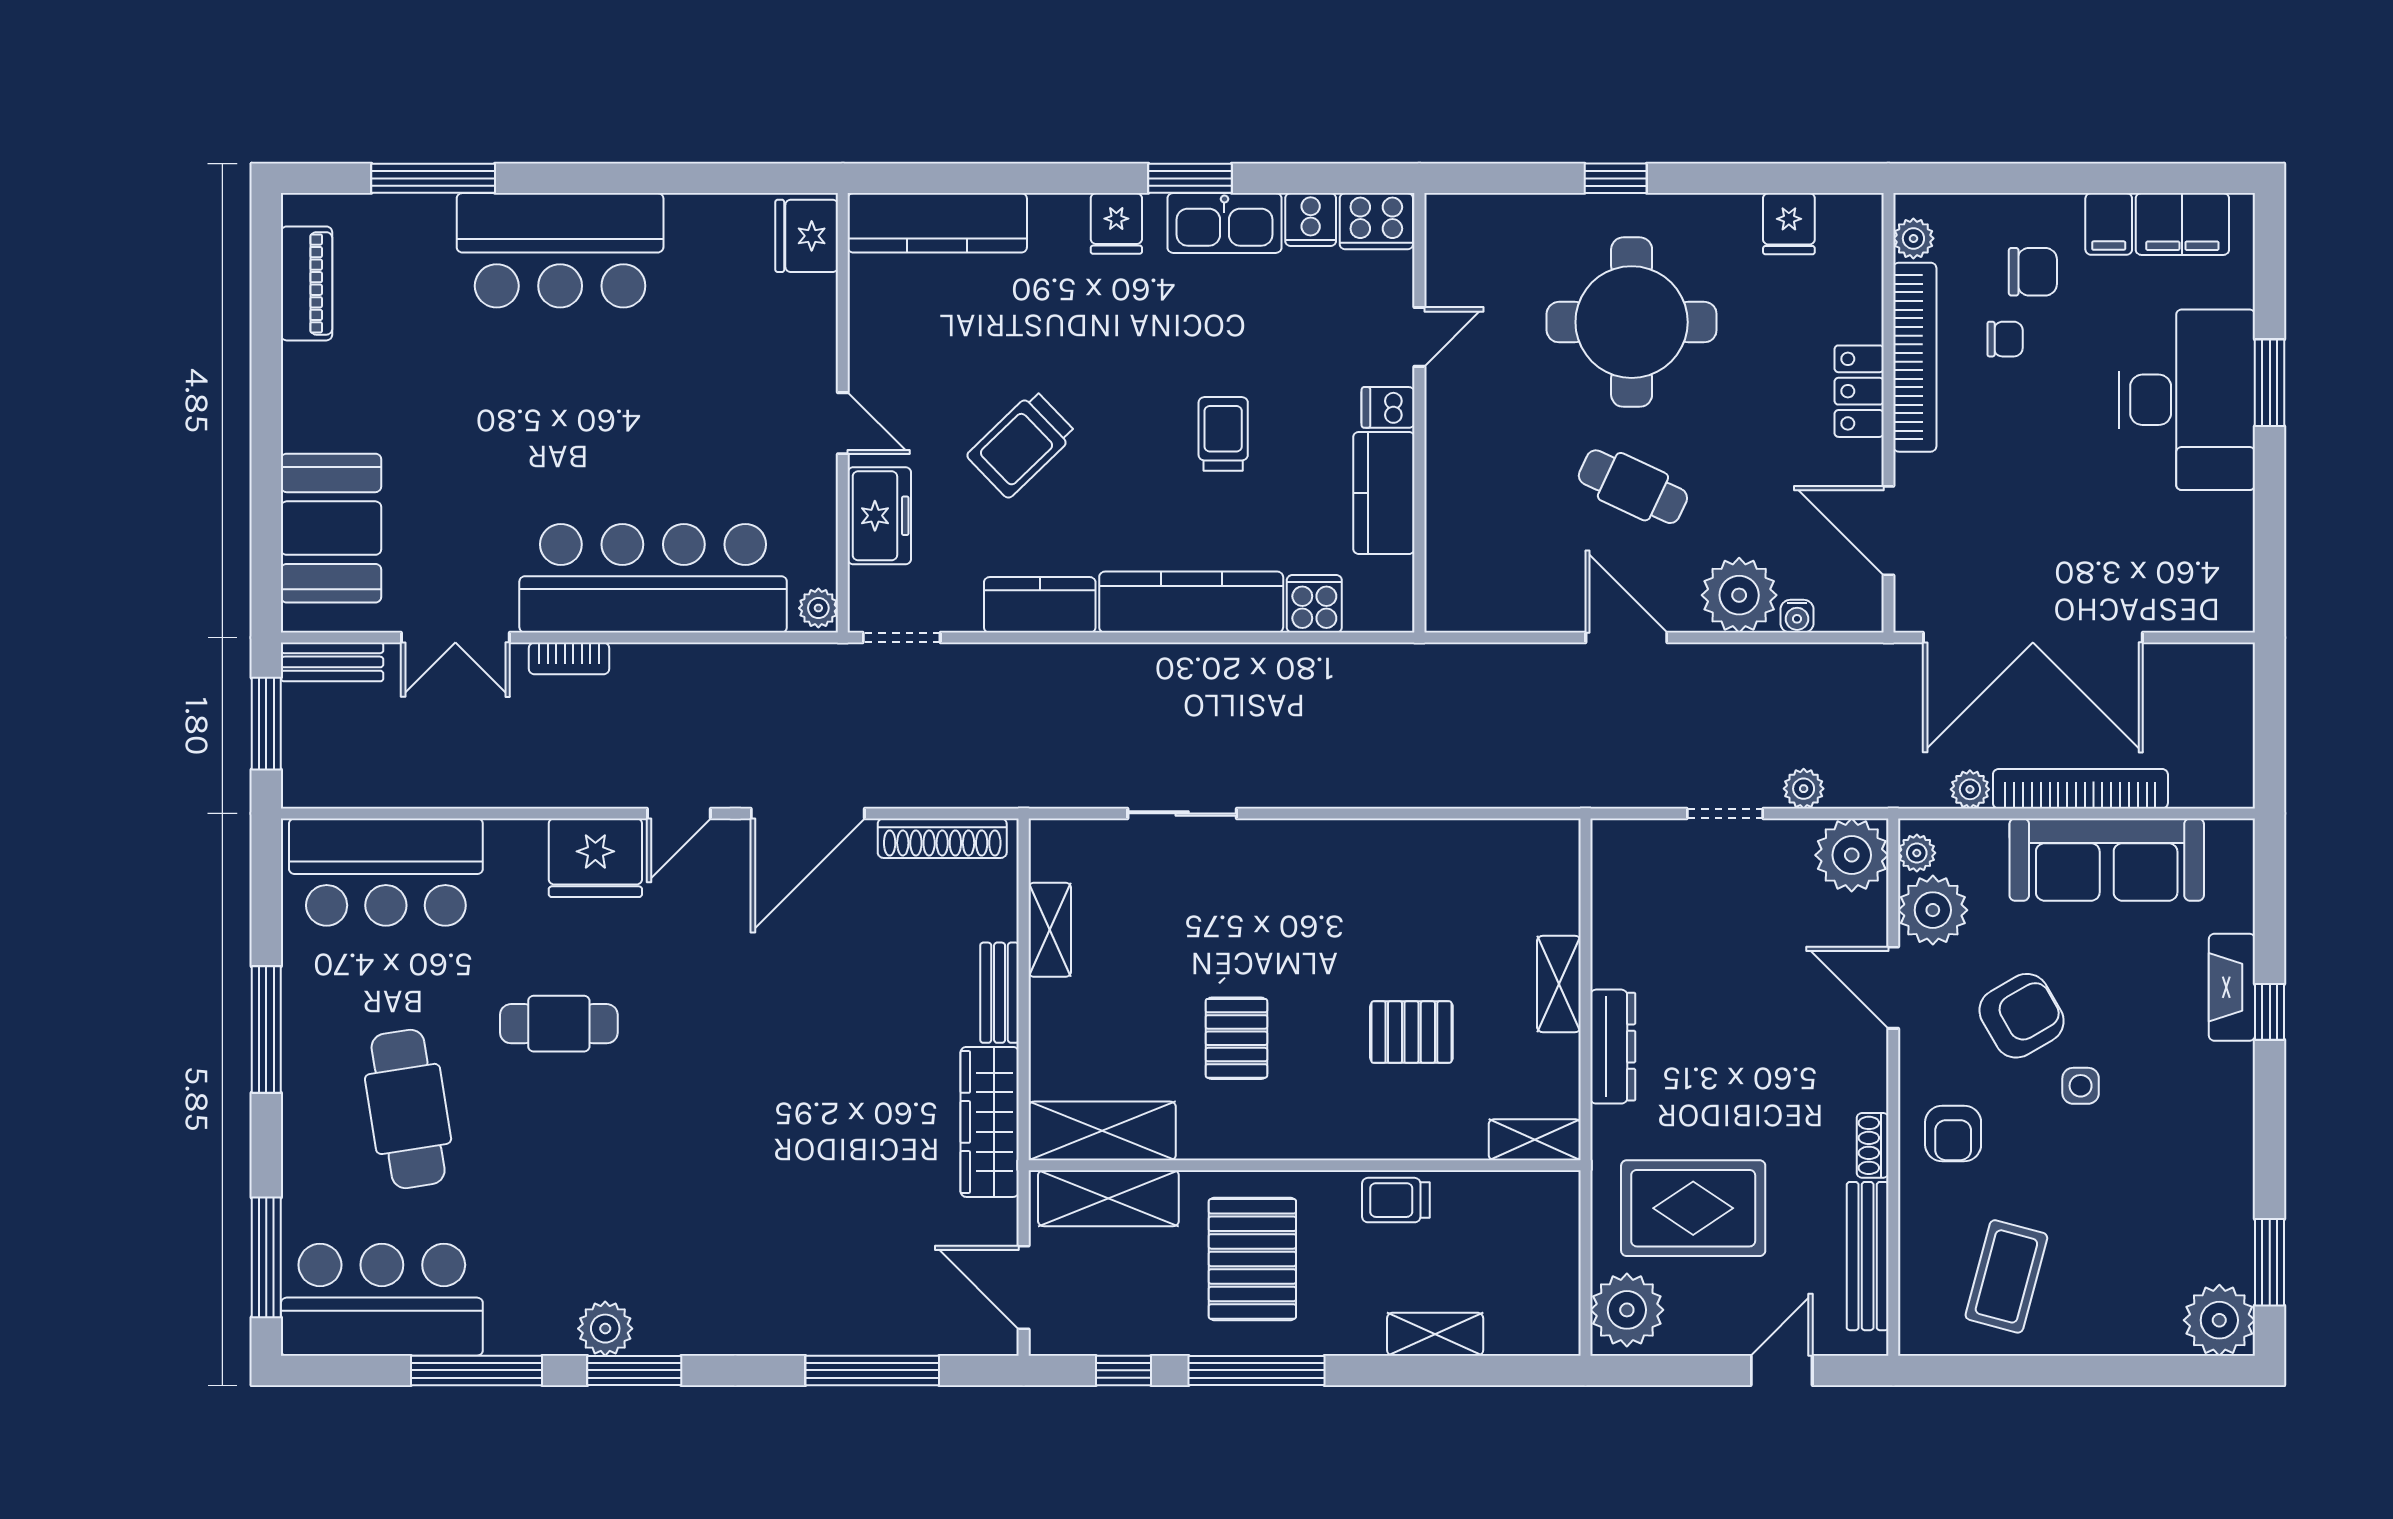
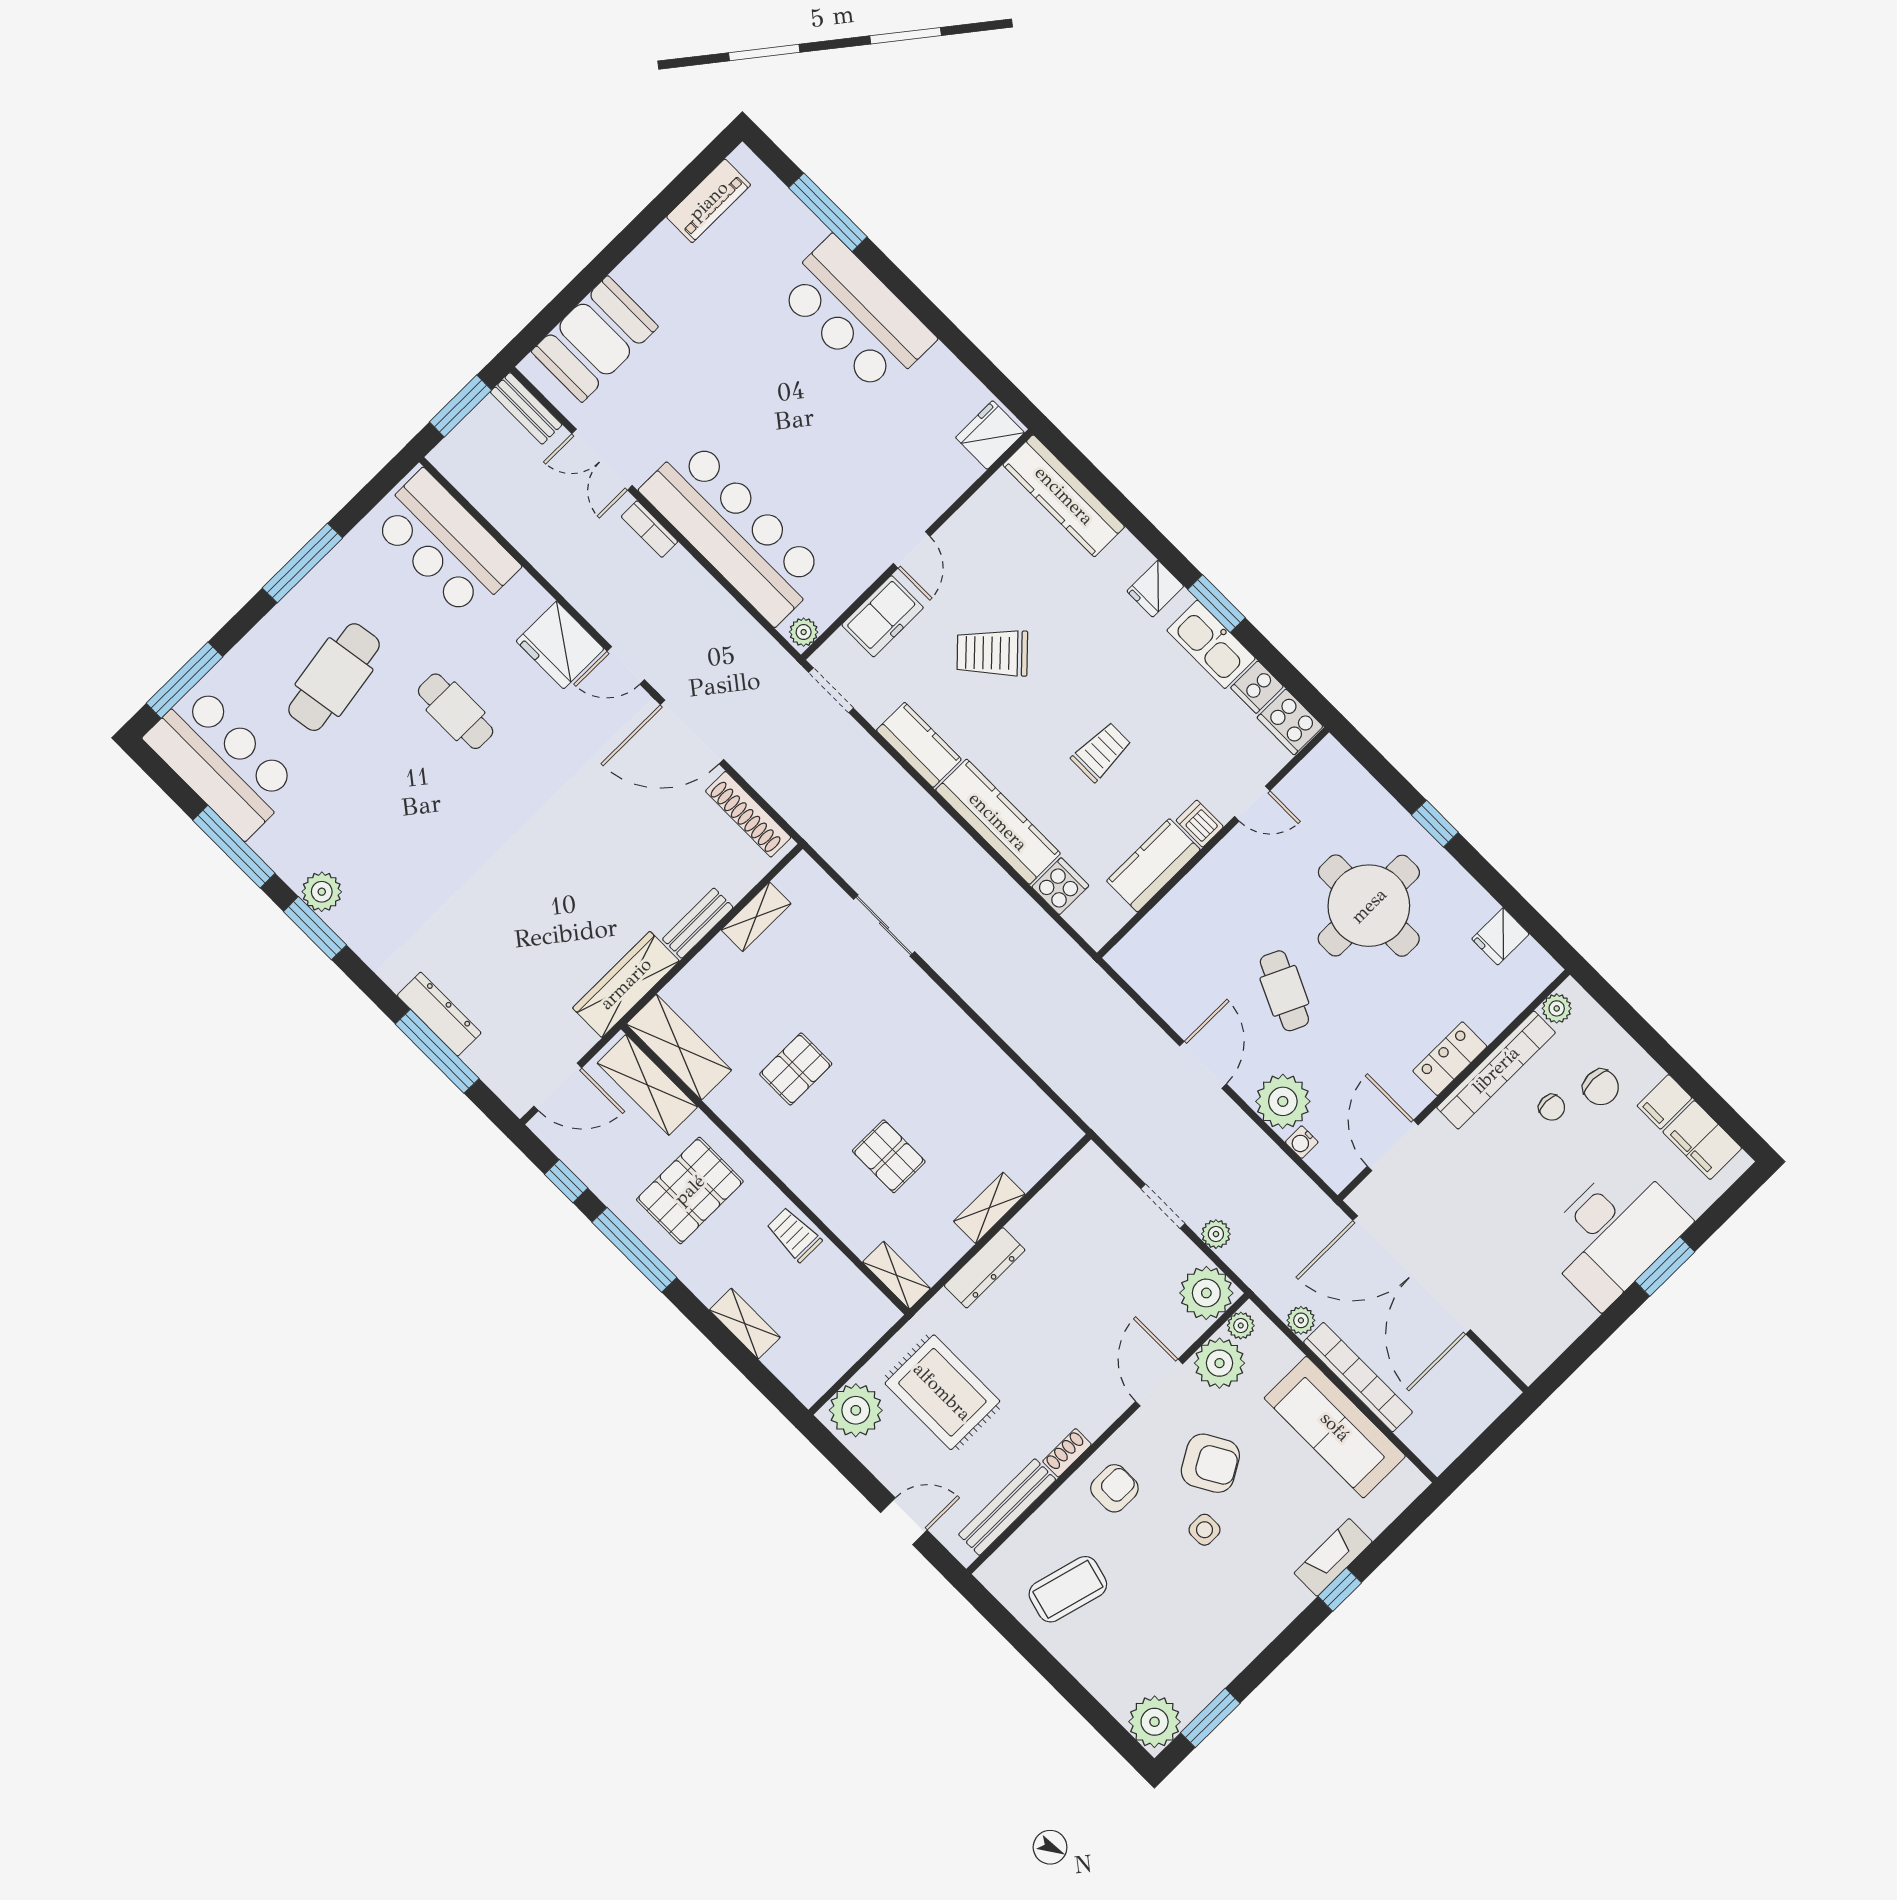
armchair: (1953, 1133) -> (1114, 1488), turned 180
door: (1024, 1288) -> (558, 1087), swing flipped
dresser: (838, 1333) -> (439, 1014), added

